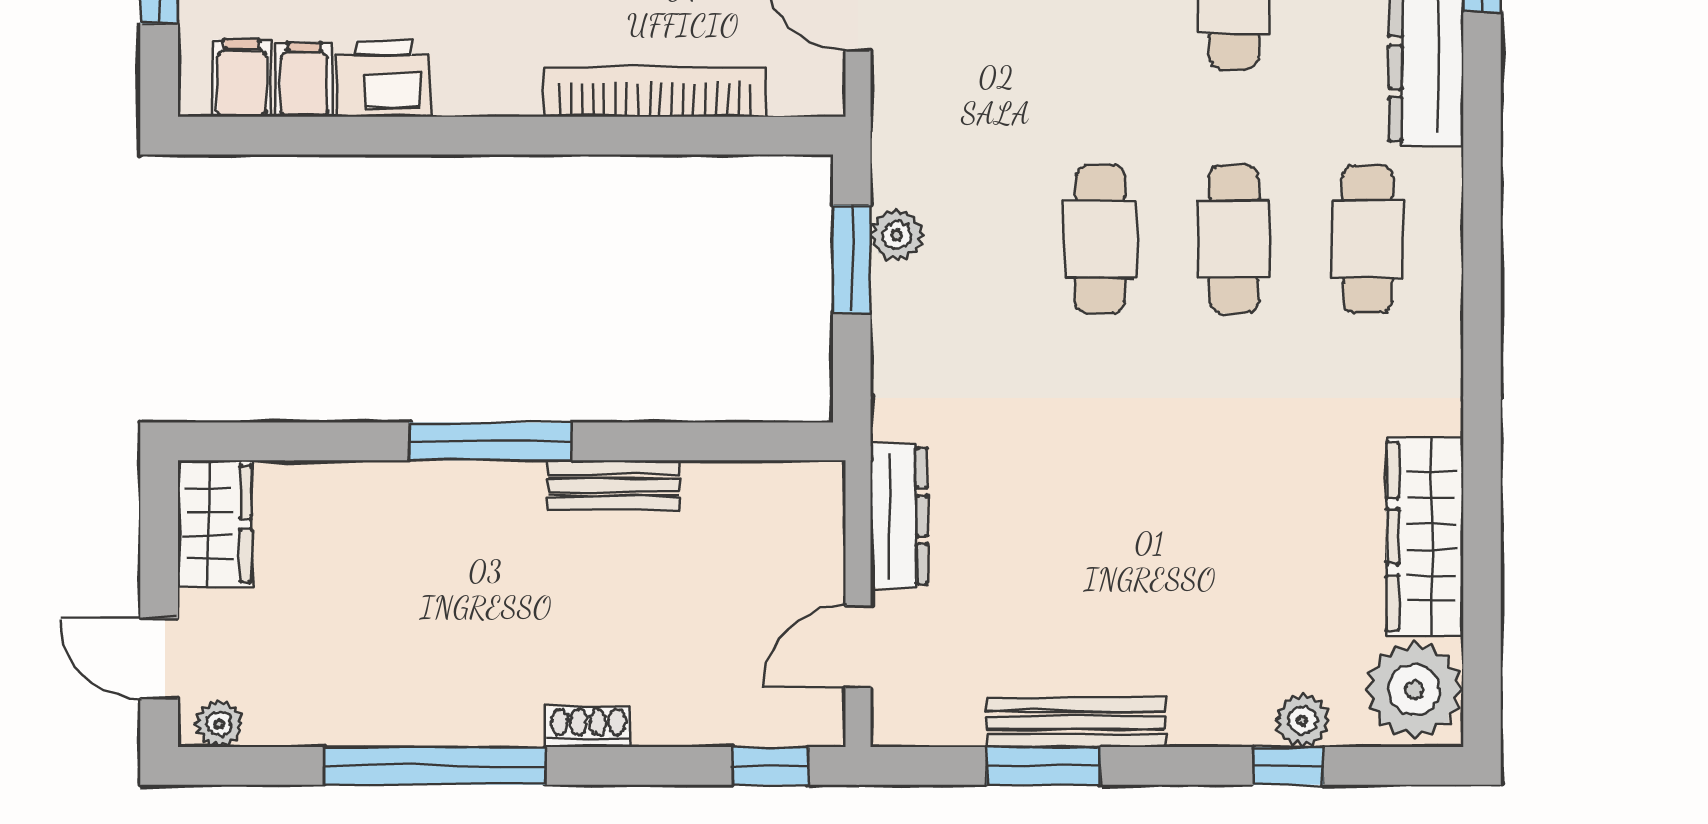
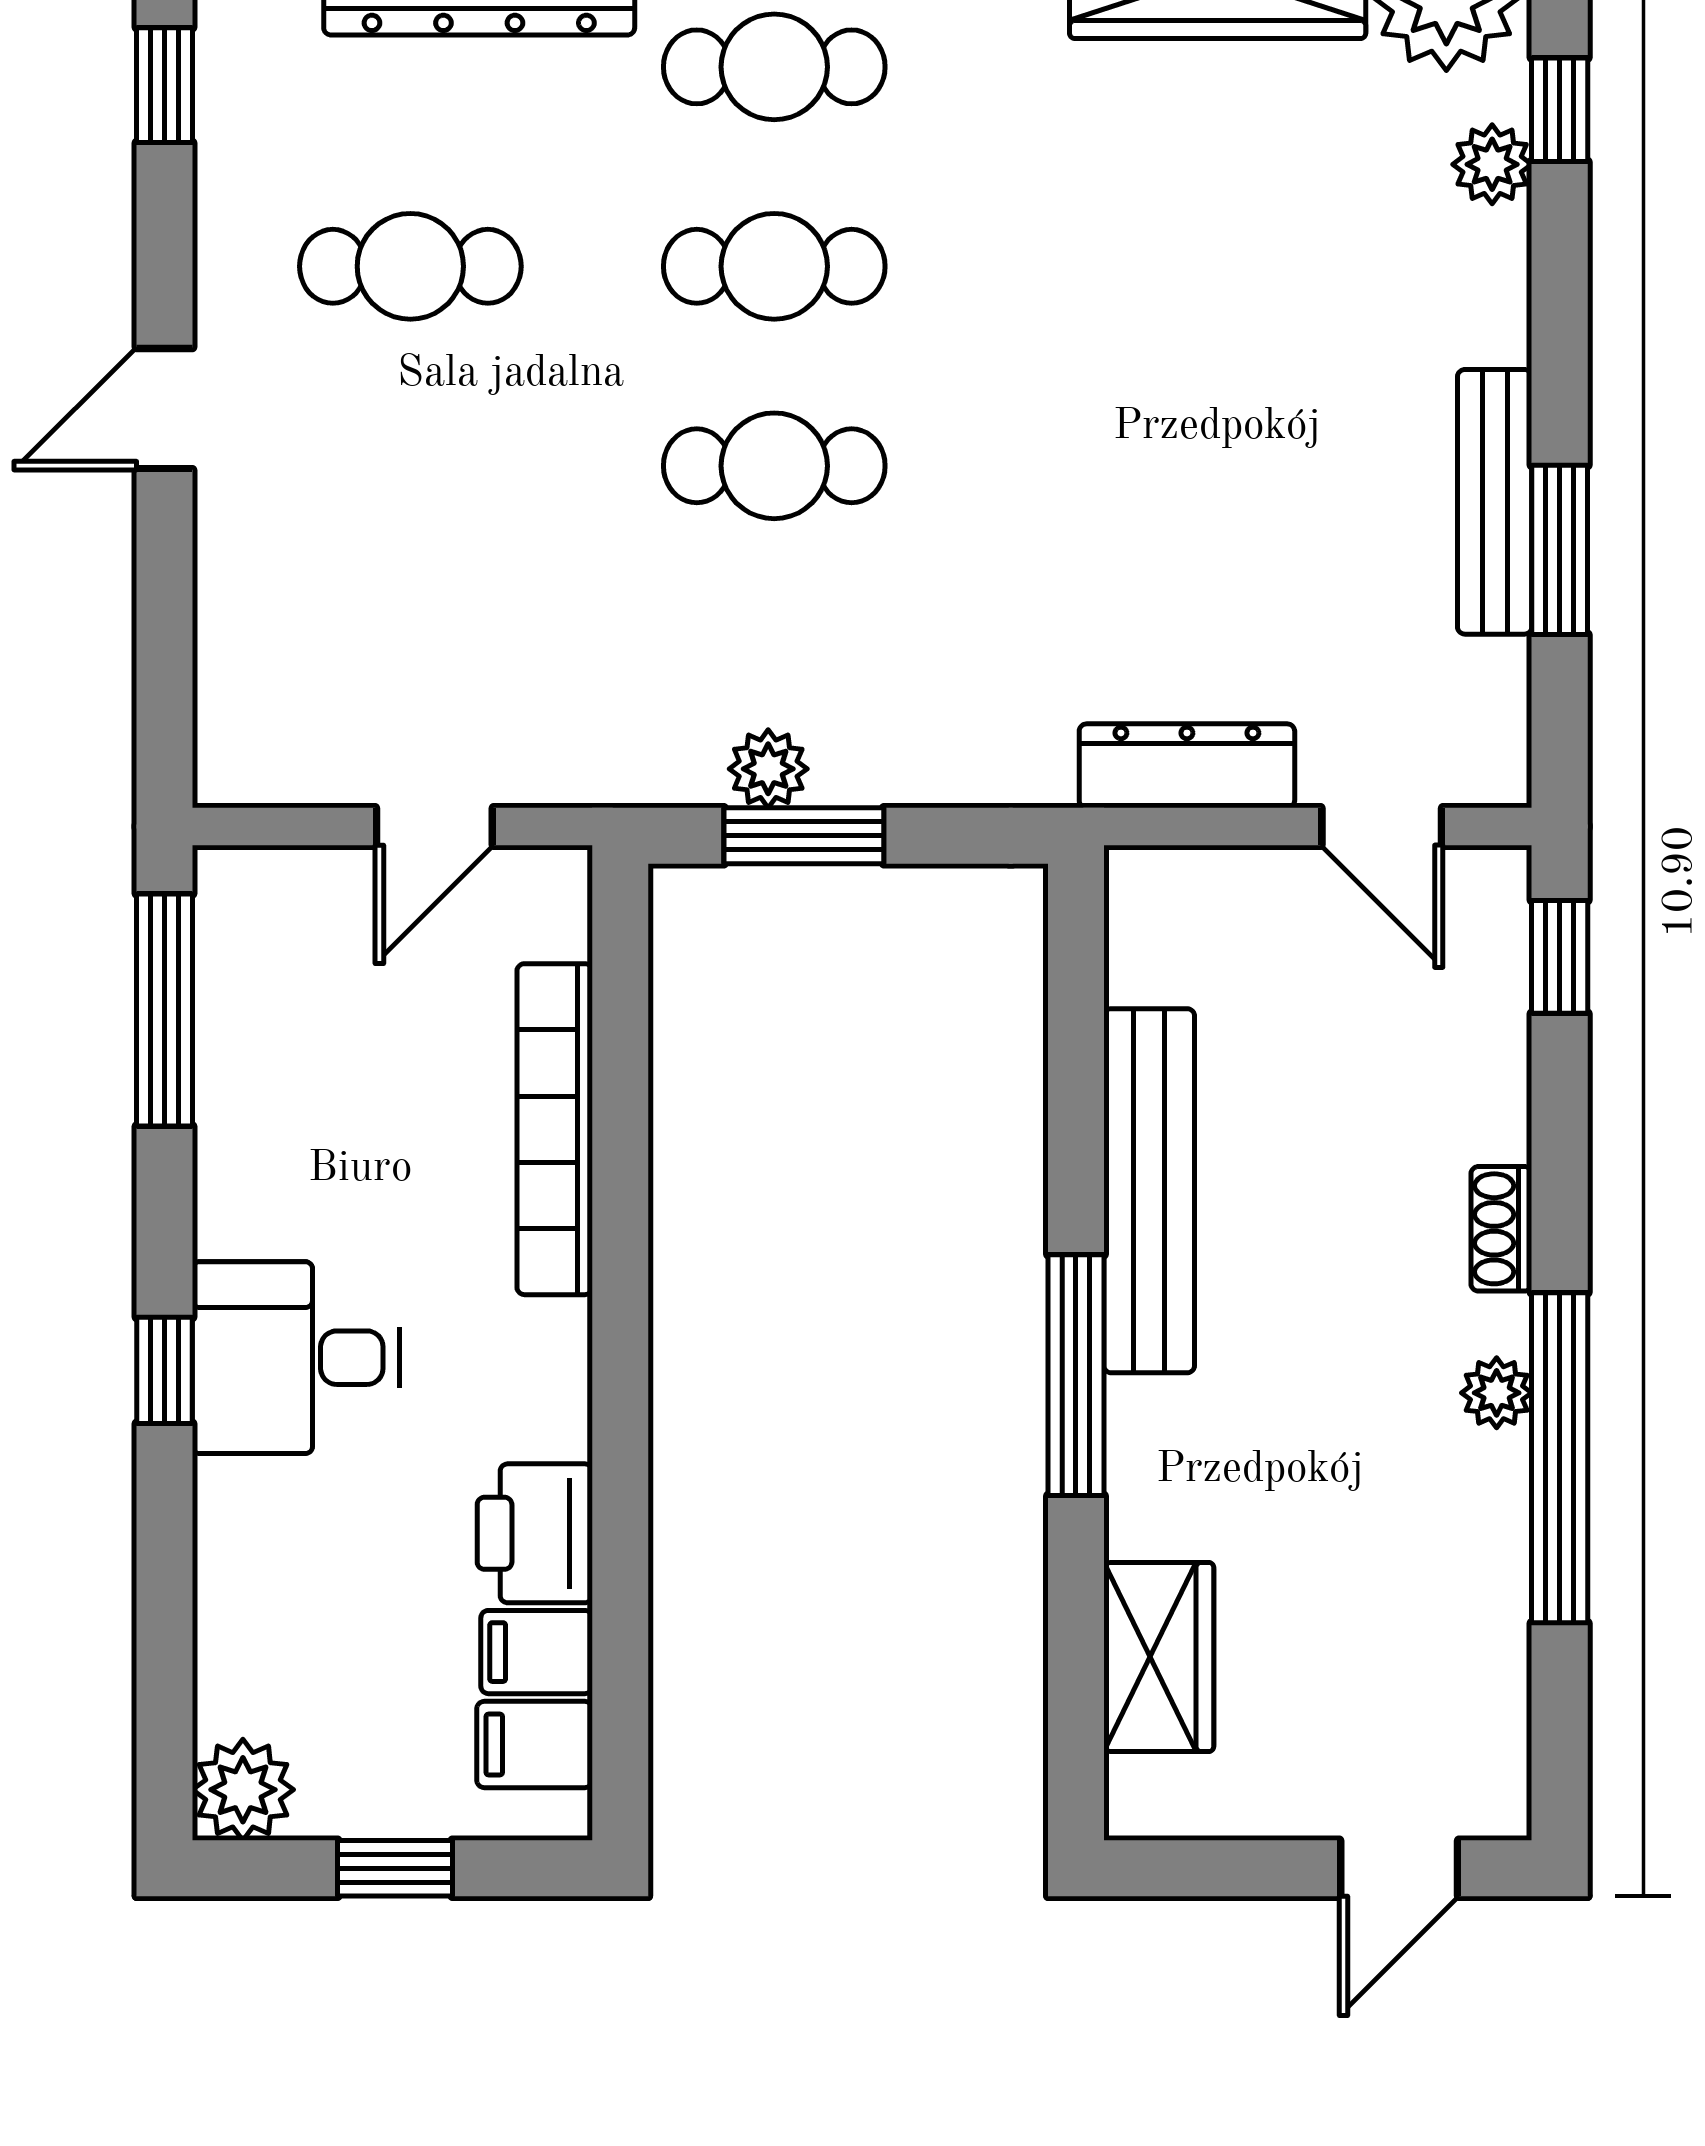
bench: (614, 485) -> (1149, 1191), width x1.86, depth x1.21
wardrobe: (215, 524) -> (1159, 1657), moved, turned 90
plant: (219, 724) -> (1497, 1393), moved
window: (1288, 766) -> (1560, 110), moved

